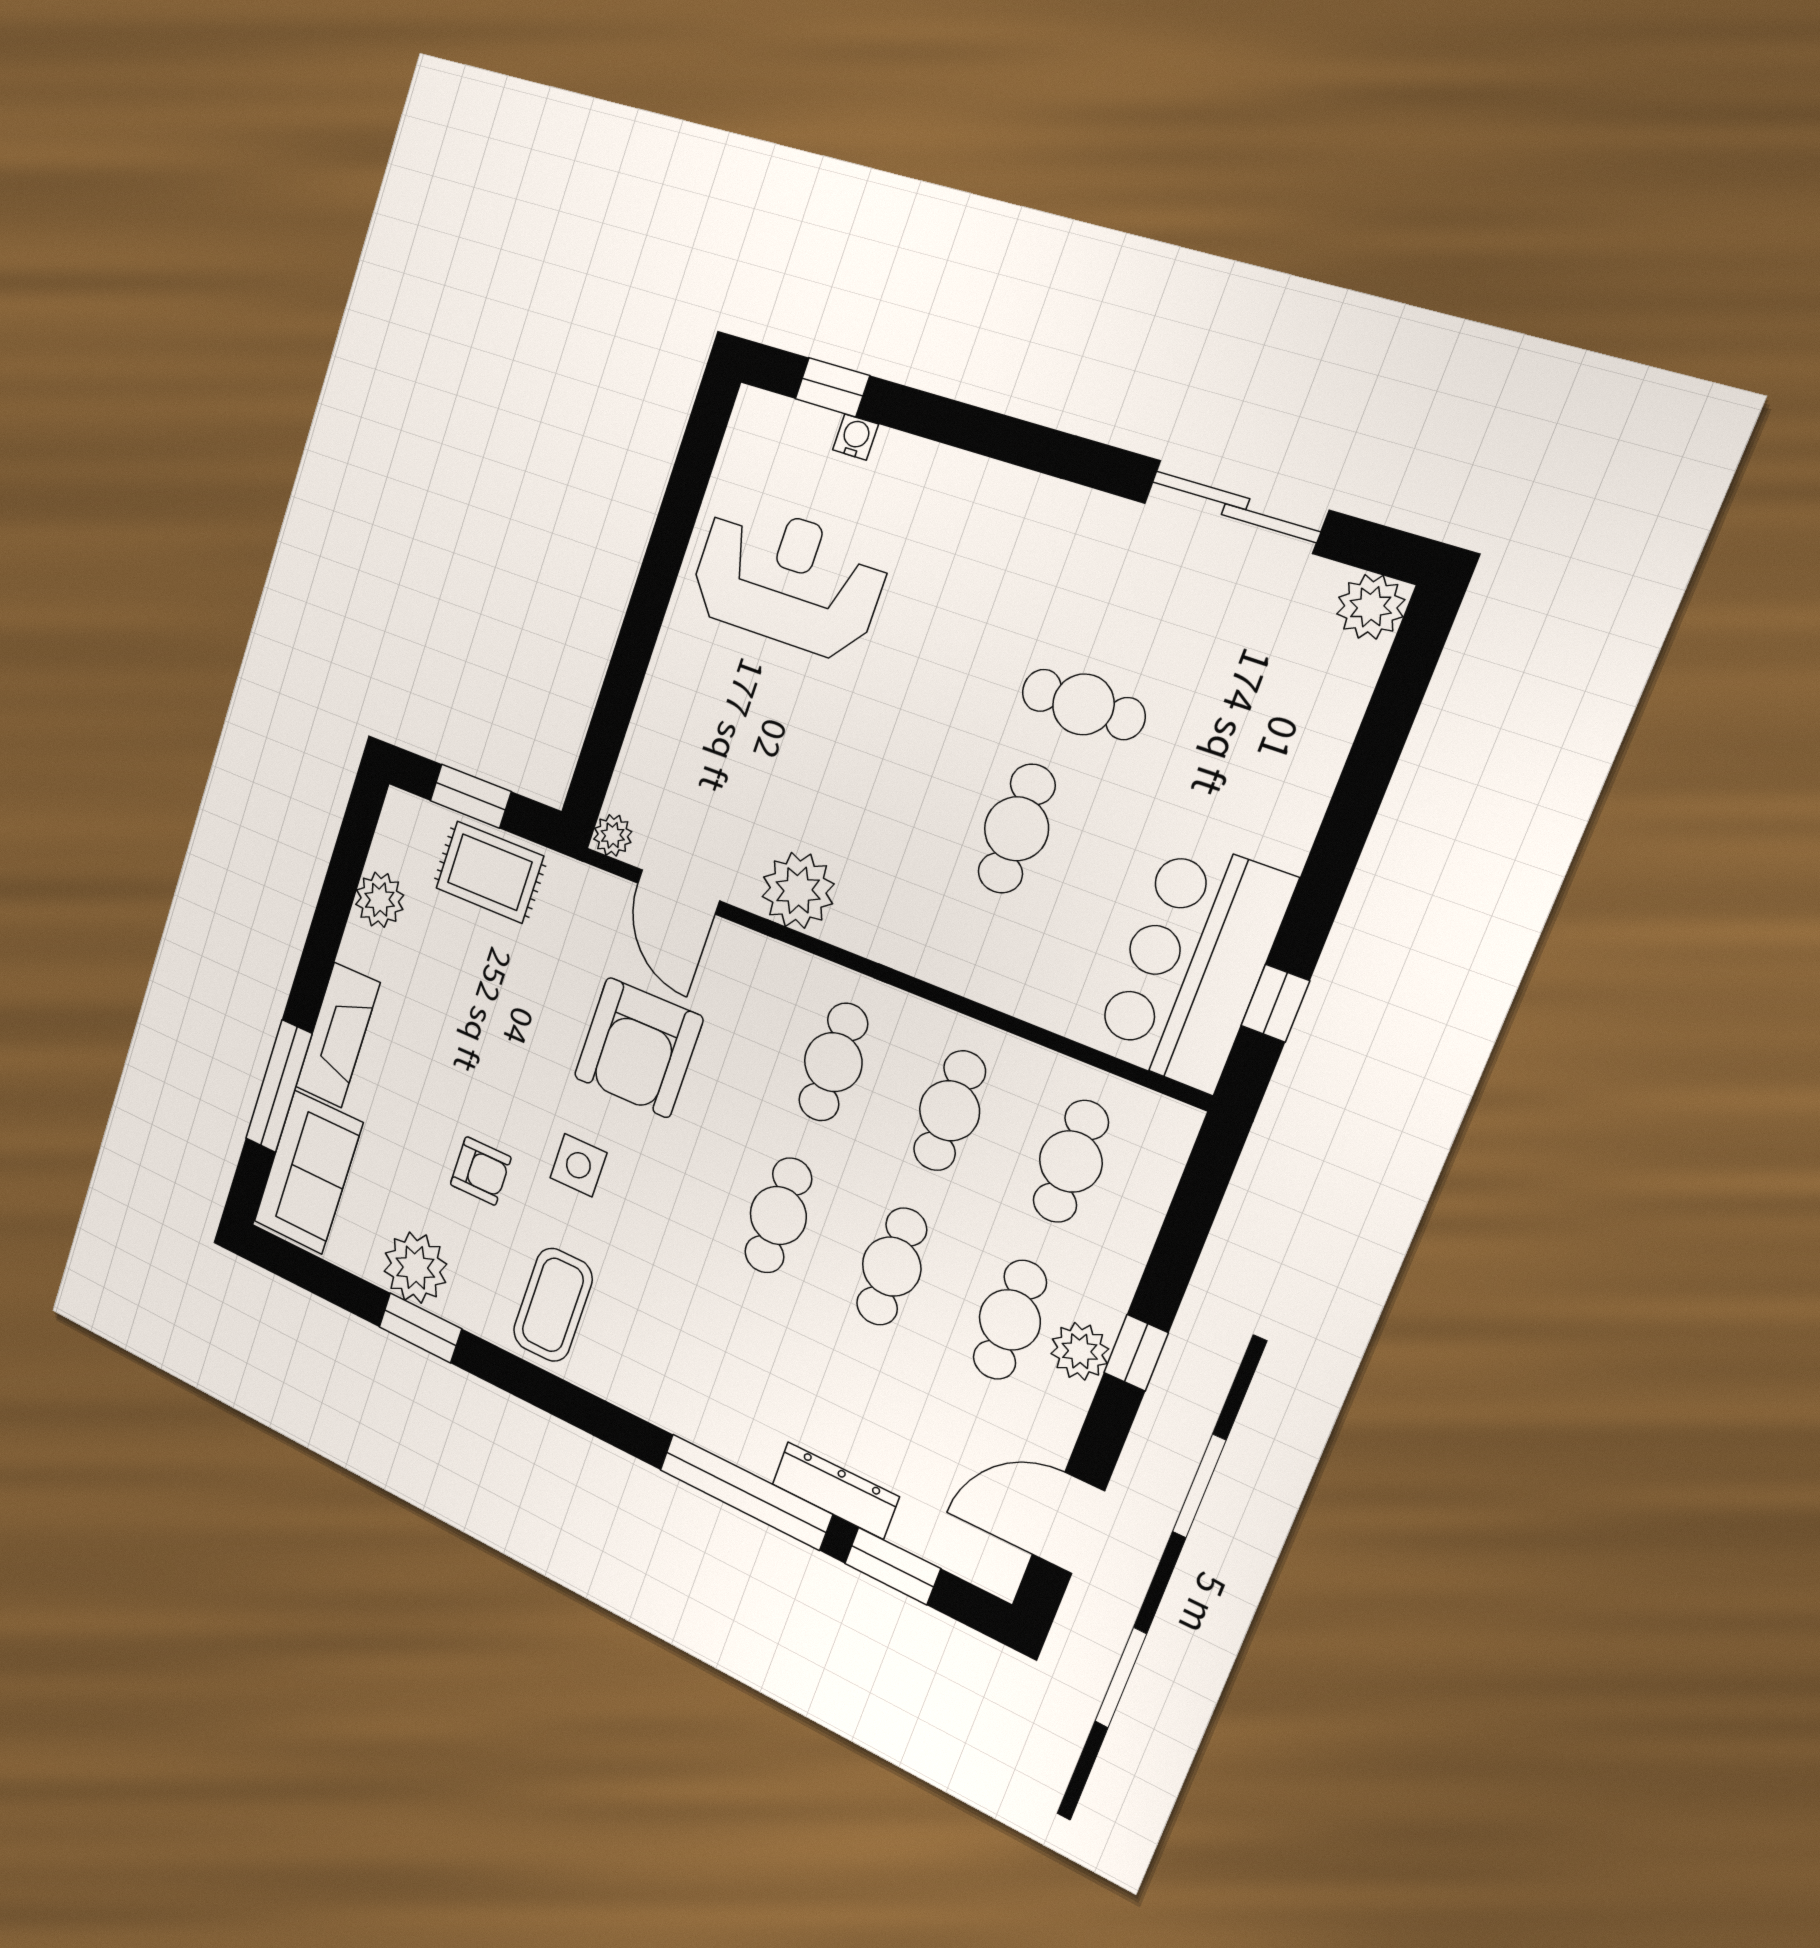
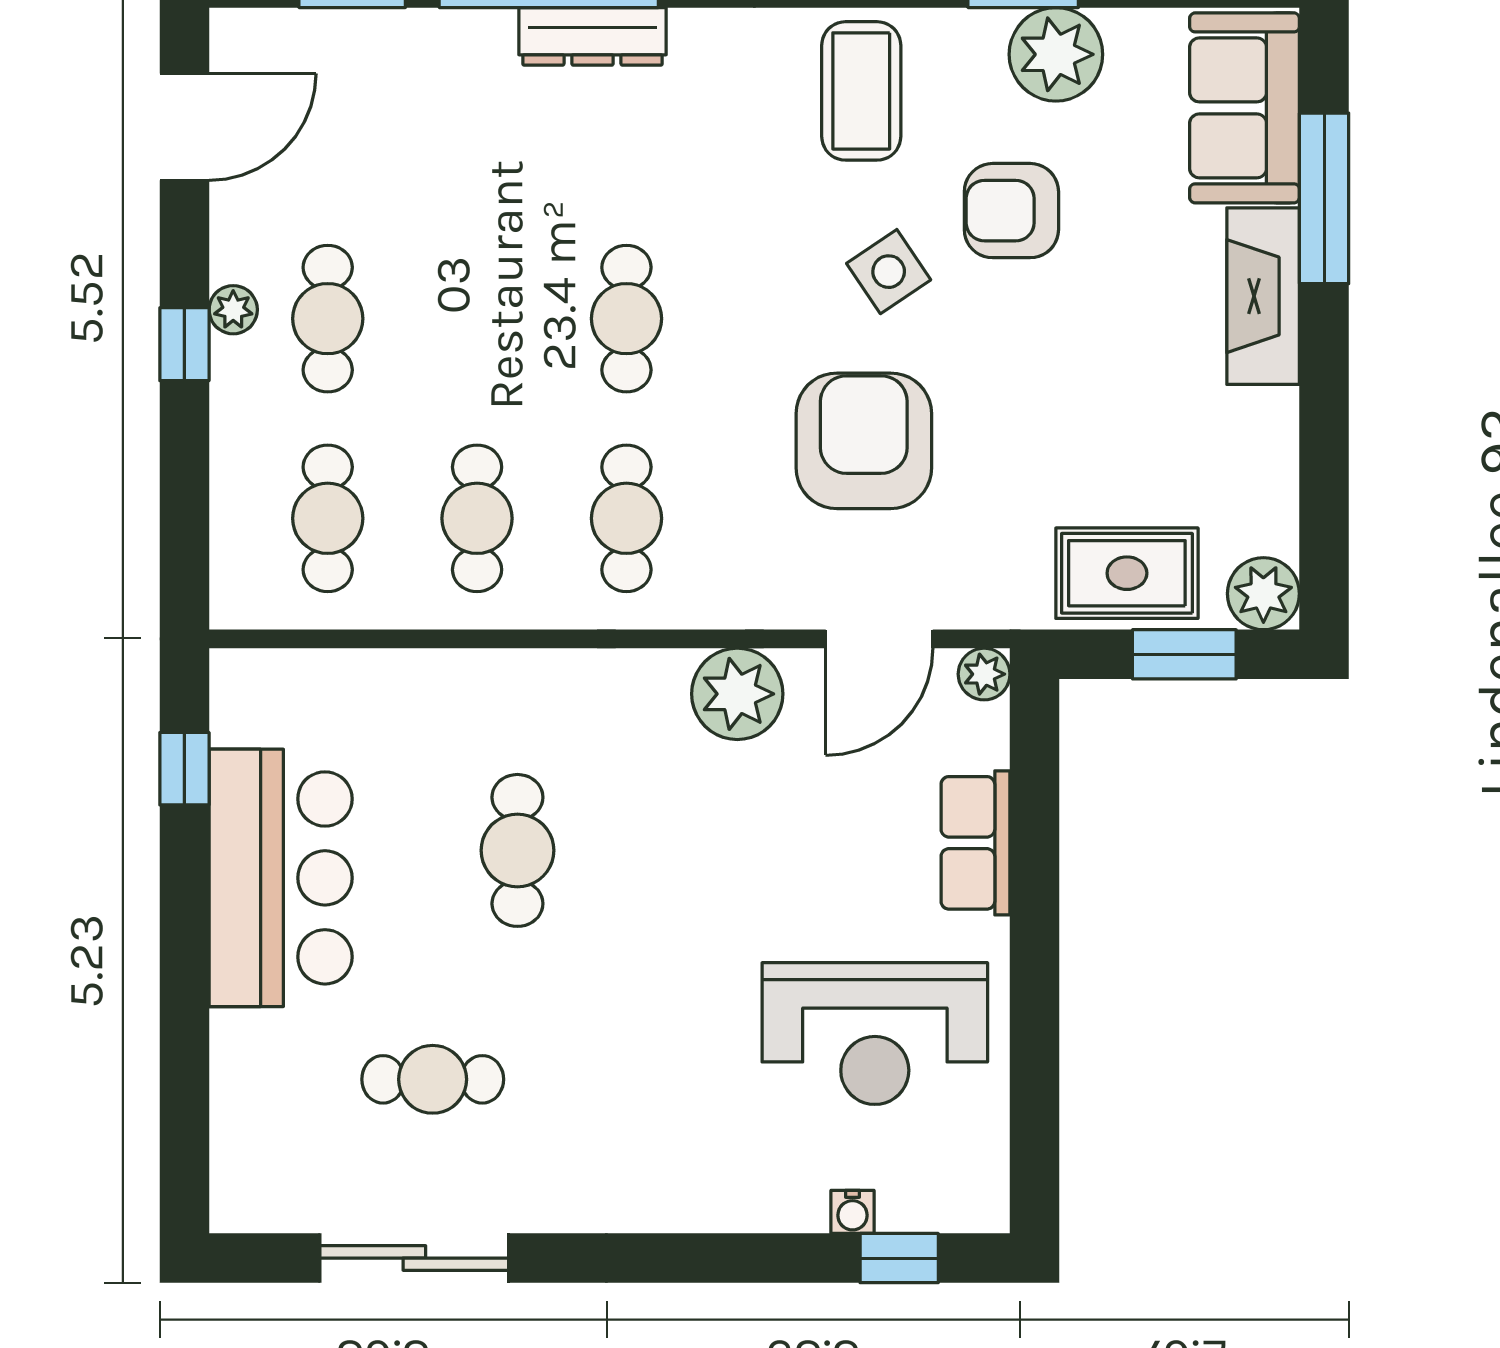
plant: (1371, 607) -> (244, 1199), removed
cafe table: (1083, 704) -> (433, 1079), moved
row of seats: (662, 707) -> (975, 843), added
door: (678, 892) -> (879, 639), swing flipped
plant: (380, 900) -> (1263, 594), moved
bar counter: (1193, 964) -> (281, 878), moved
side table: (578, 1165) -> (889, 272), turned -34
armchair: (481, 1171) -> (1011, 211), width x1.38, depth x1.38
cafe table: (892, 1267) -> (477, 319), removed
plant: (1080, 1351) -> (233, 310), width x0.73, depth x0.73
dresser: (835, 1490) -> (592, 36), moved

